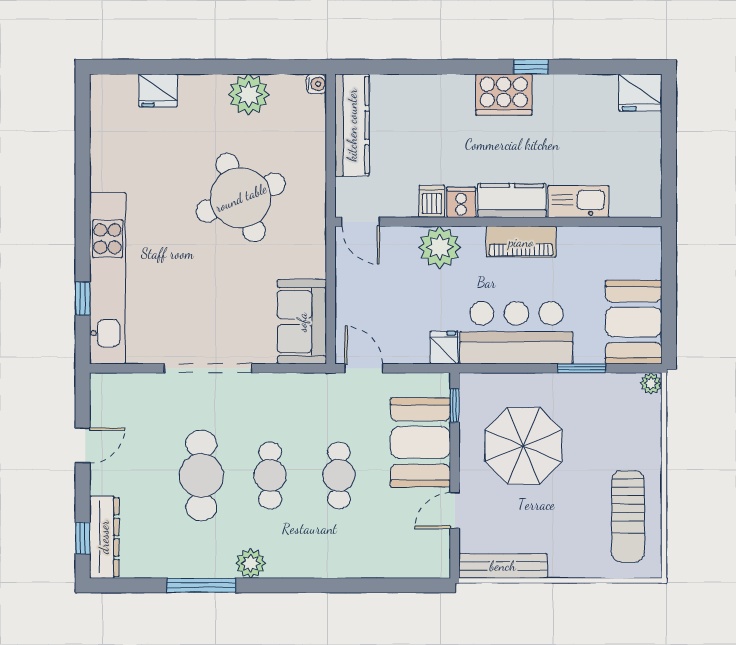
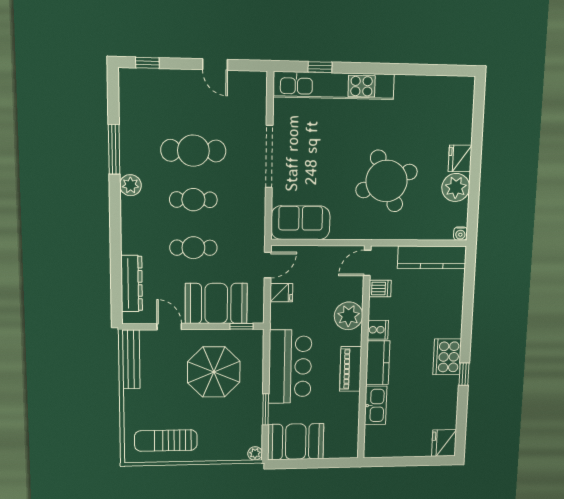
fridge: (158, 90) -> (460, 158), moved
dishwasher: (432, 201) -> (380, 288), moved
fridge: (444, 348) -> (281, 293), moved
dresser: (104, 537) -> (132, 283), moved, turned -90

